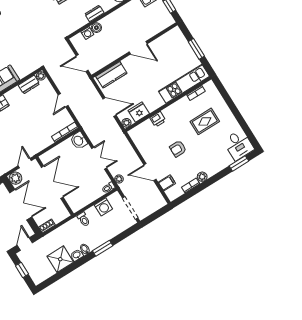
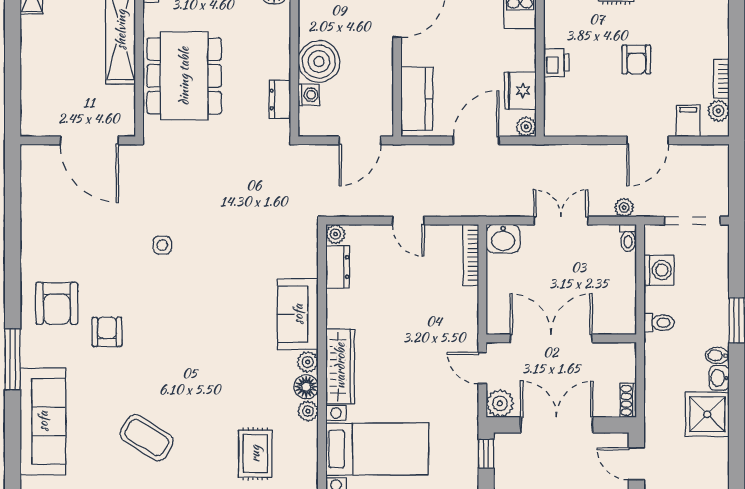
dresser: (94, 13) -> (280, 99), moved
boiler: (96, 28) -> (319, 62), width x1.86, depth x1.86
plant: (202, 177) -> (718, 111), moved

